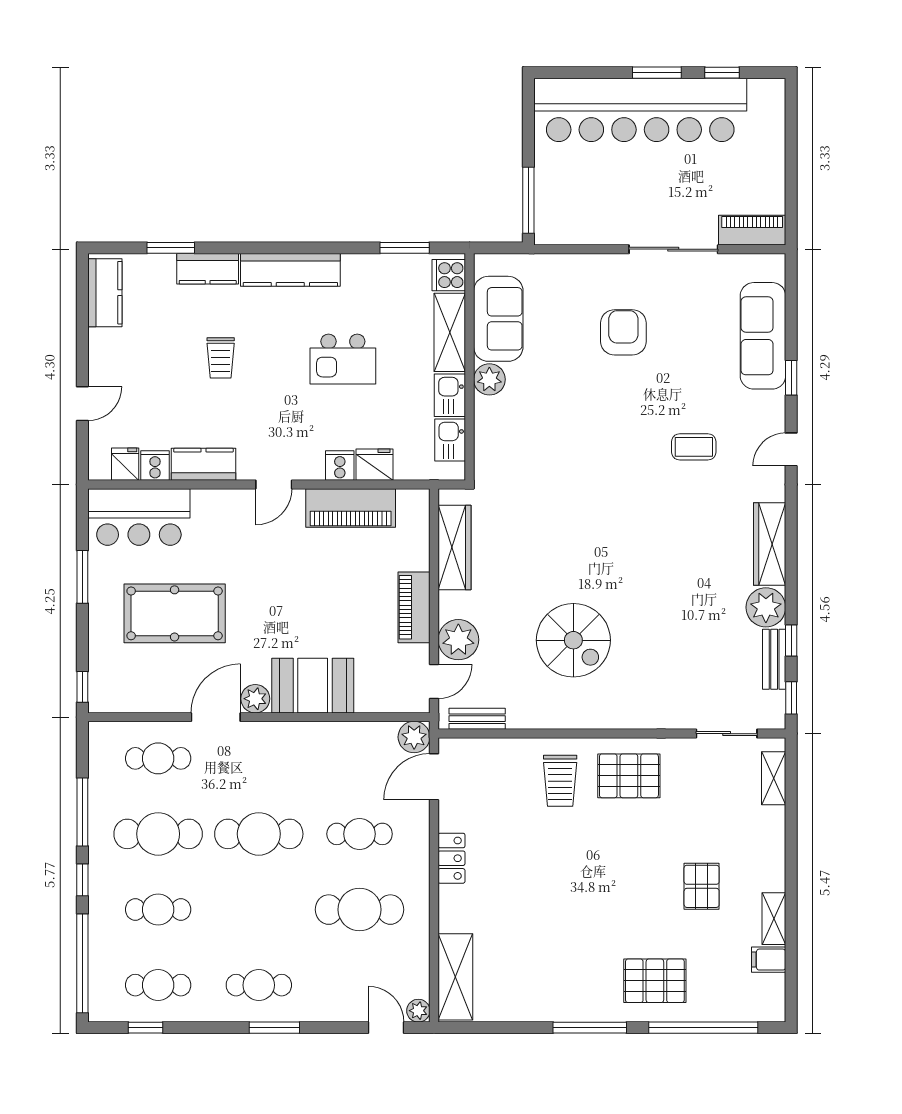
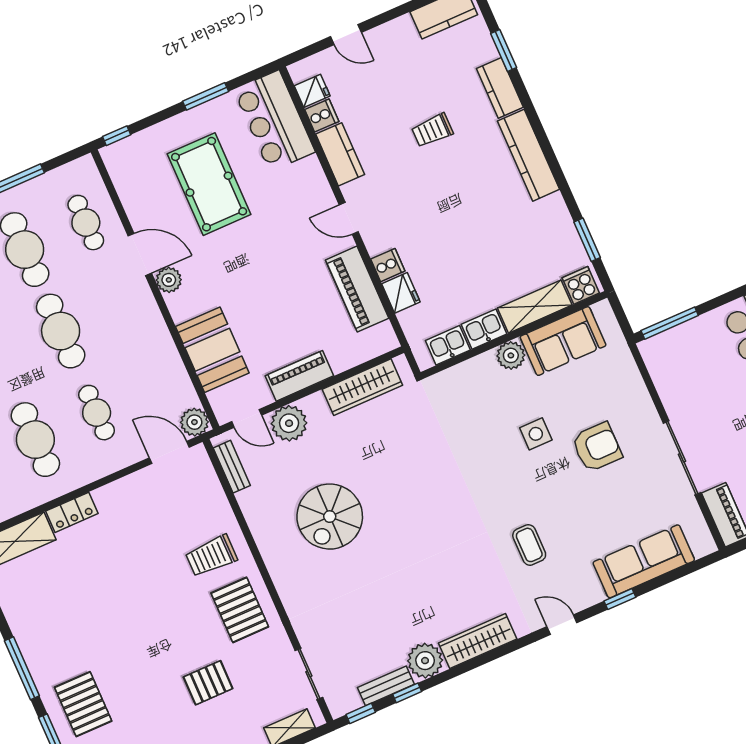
kitchen island: (343, 359) -> (475, 230), removed
side table: (582, 389) -> (536, 434), added
booth: (313, 686) -> (212, 350), moved
locker: (451, 858) -> (72, 512), moved
pallet: (702, 886) -> (208, 683), moved

